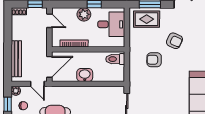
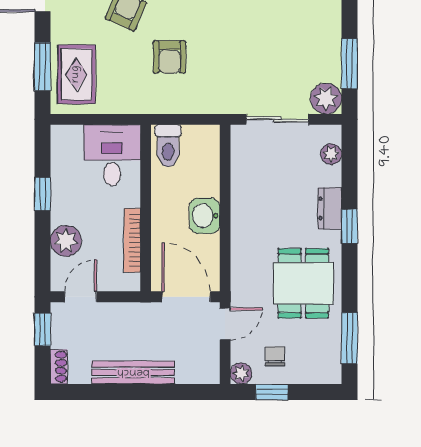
plant: (84, 14) -> (66, 241), moved
desk: (111, 24) -> (112, 155), moved
bench: (16, 59) -> (133, 372), moved

